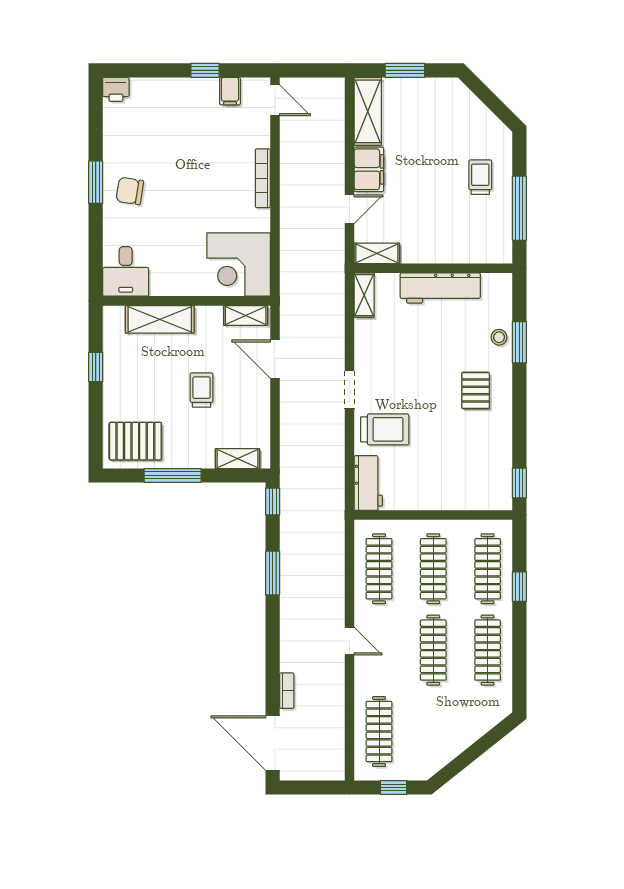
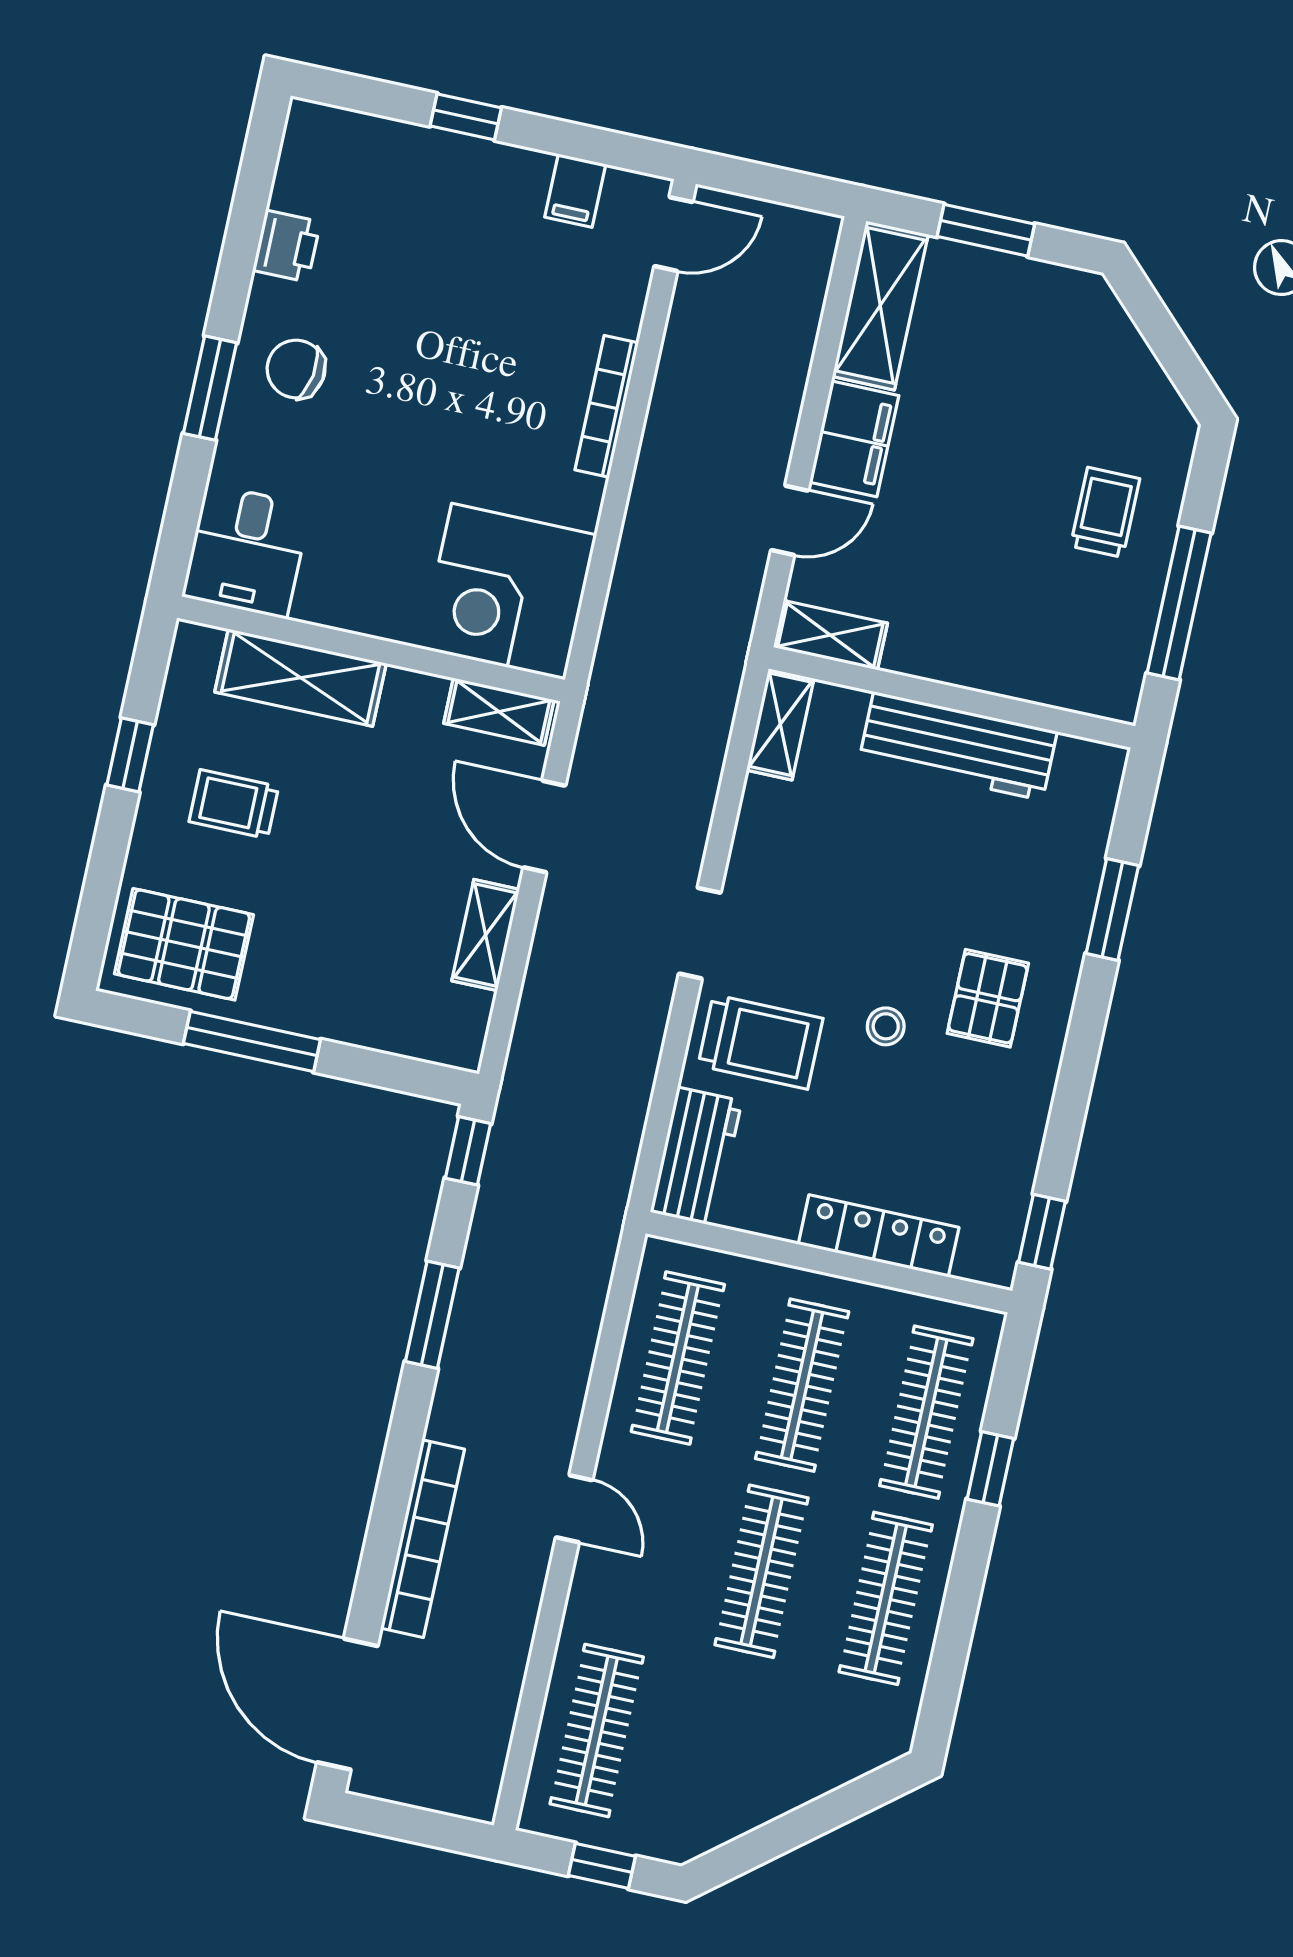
window: (205, 70) -> (466, 117), moved
printer: (116, 89) -> (287, 246), moved, turned -90
door: (275, 100) -> (673, 234), hinge flipped
window: (96, 182) -> (210, 388), moved
stool: (499, 337) -> (886, 1026), moved
trolley: (202, 390) -> (234, 804), moved, turned -90
shelving: (237, 459) -> (486, 935), moved, turned 90
locker: (452, 500) -> (879, 1236), added
bookcase: (287, 691) -> (423, 1539), width x2.31, depth x1.31

